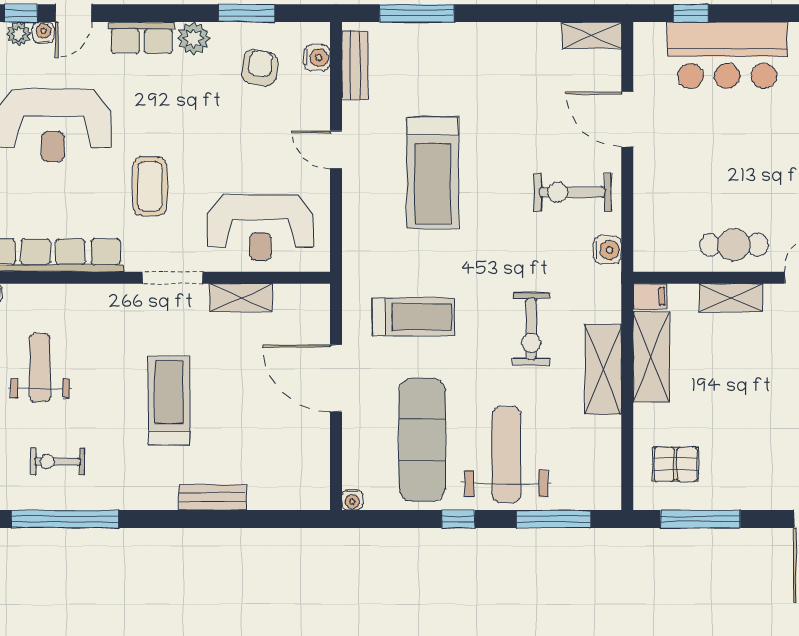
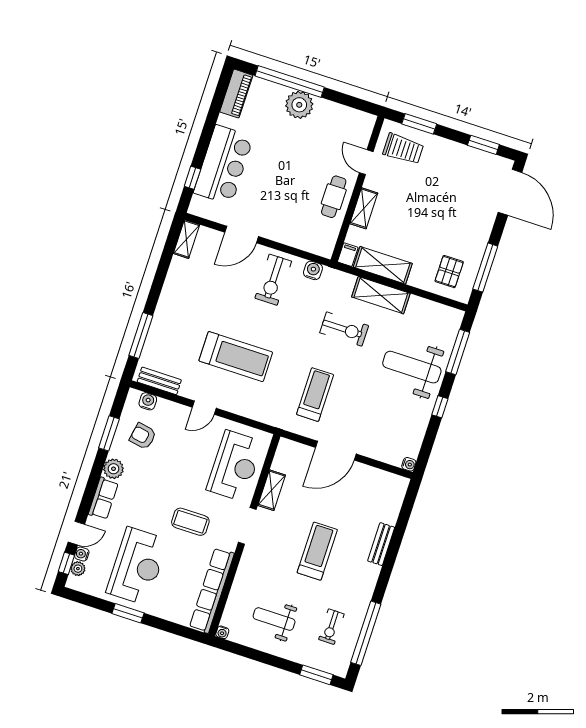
door: (73, 13) -> (76, 533), hinge flipped
treadmill: (169, 401) -> (317, 551), turned 90
exercise mat: (422, 440) -> (387, 413), removed

